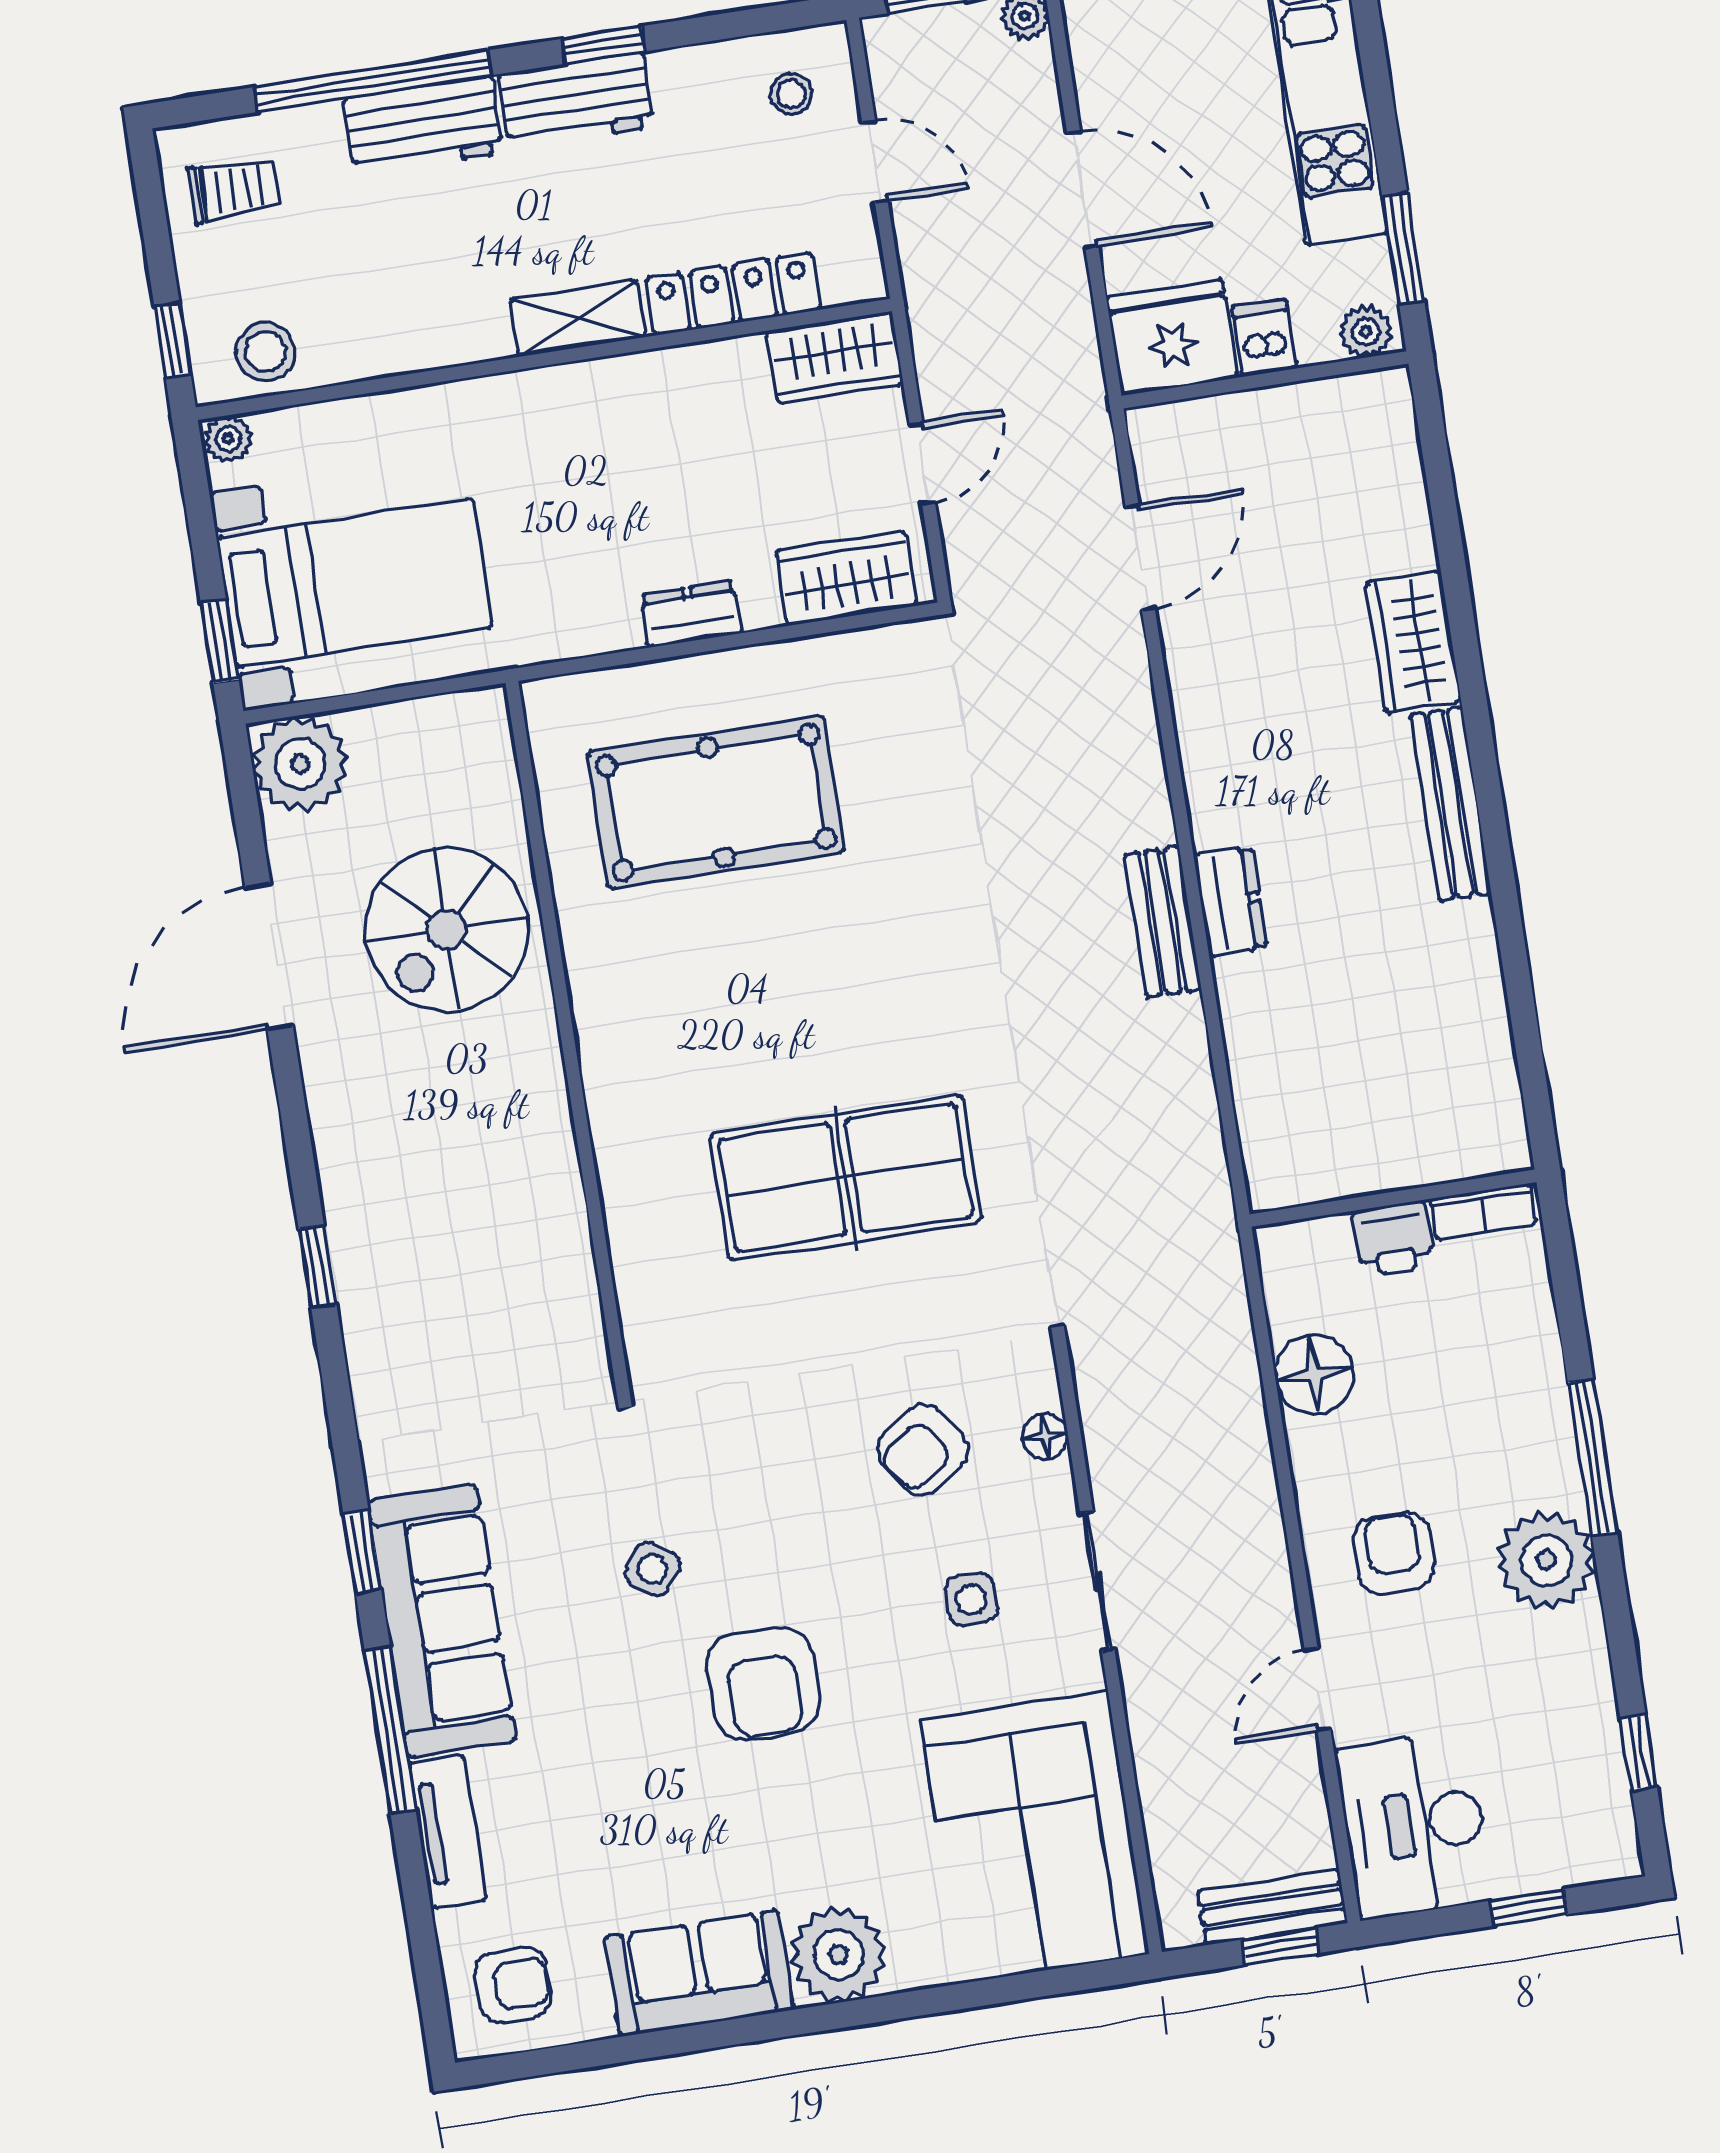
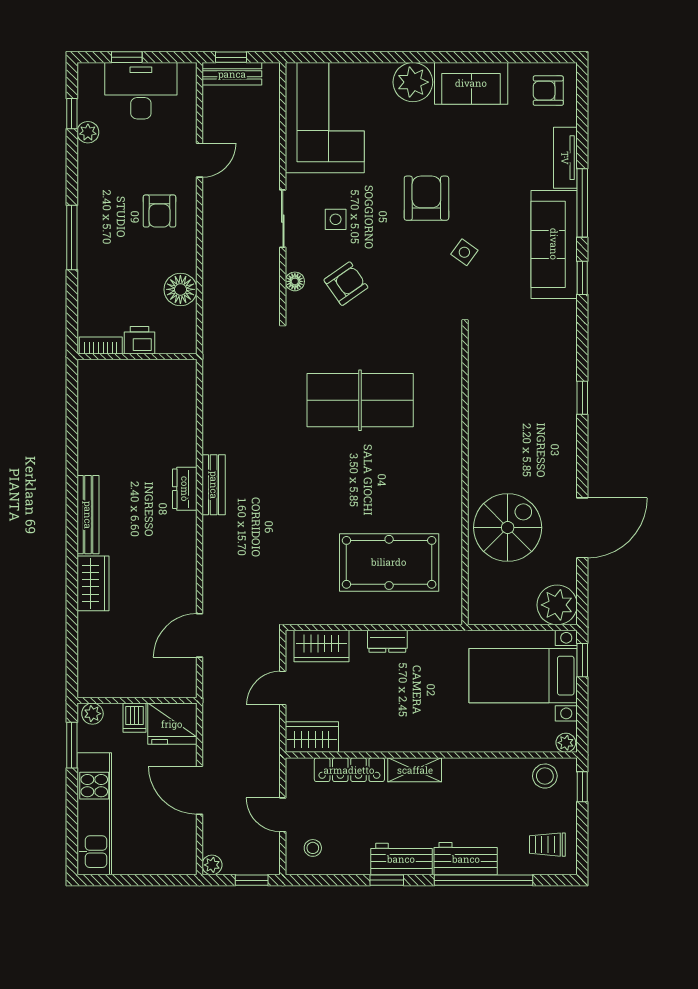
plant: (1546, 1560) -> (88, 132), moved, width x0.53, depth x0.53
desk: (1414, 1825) -> (141, 91), moved, turned -90

